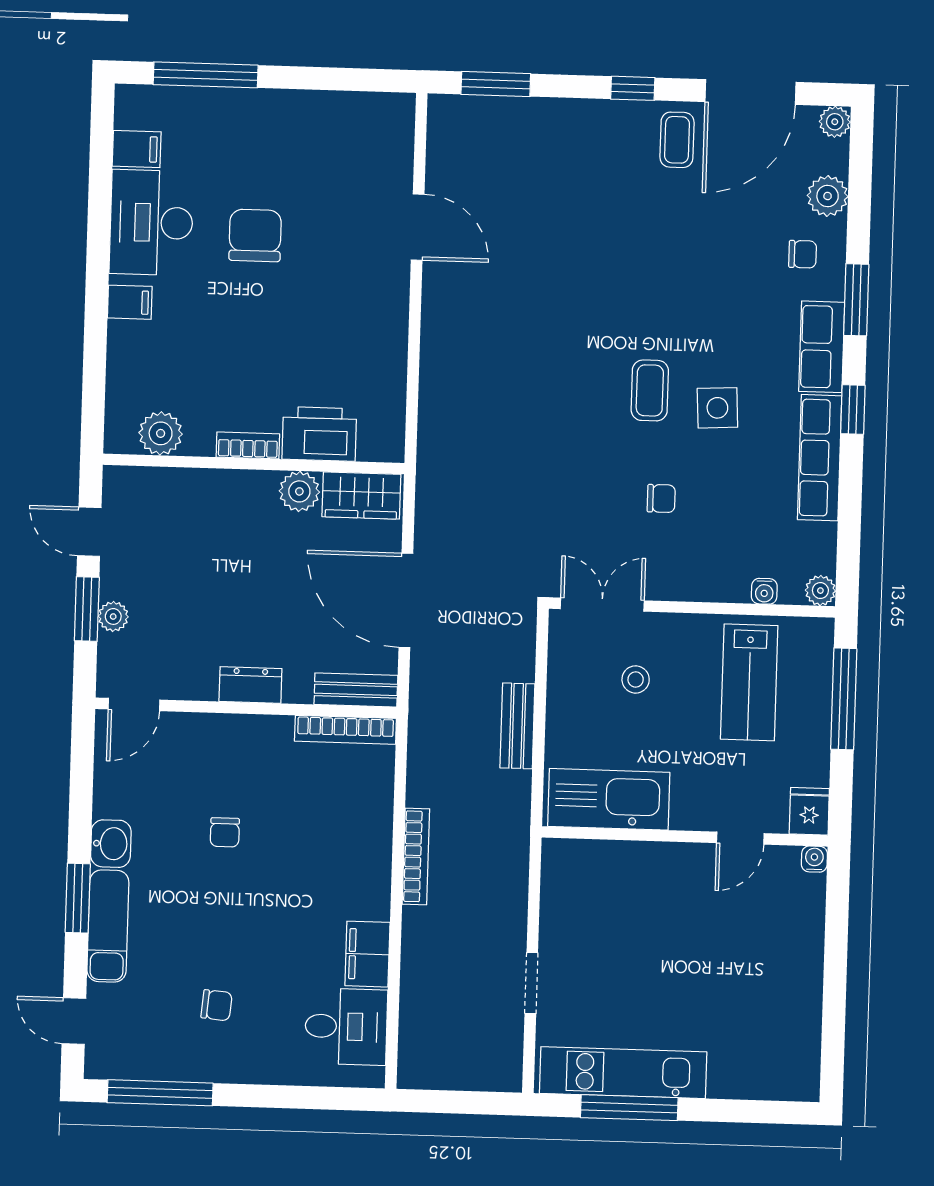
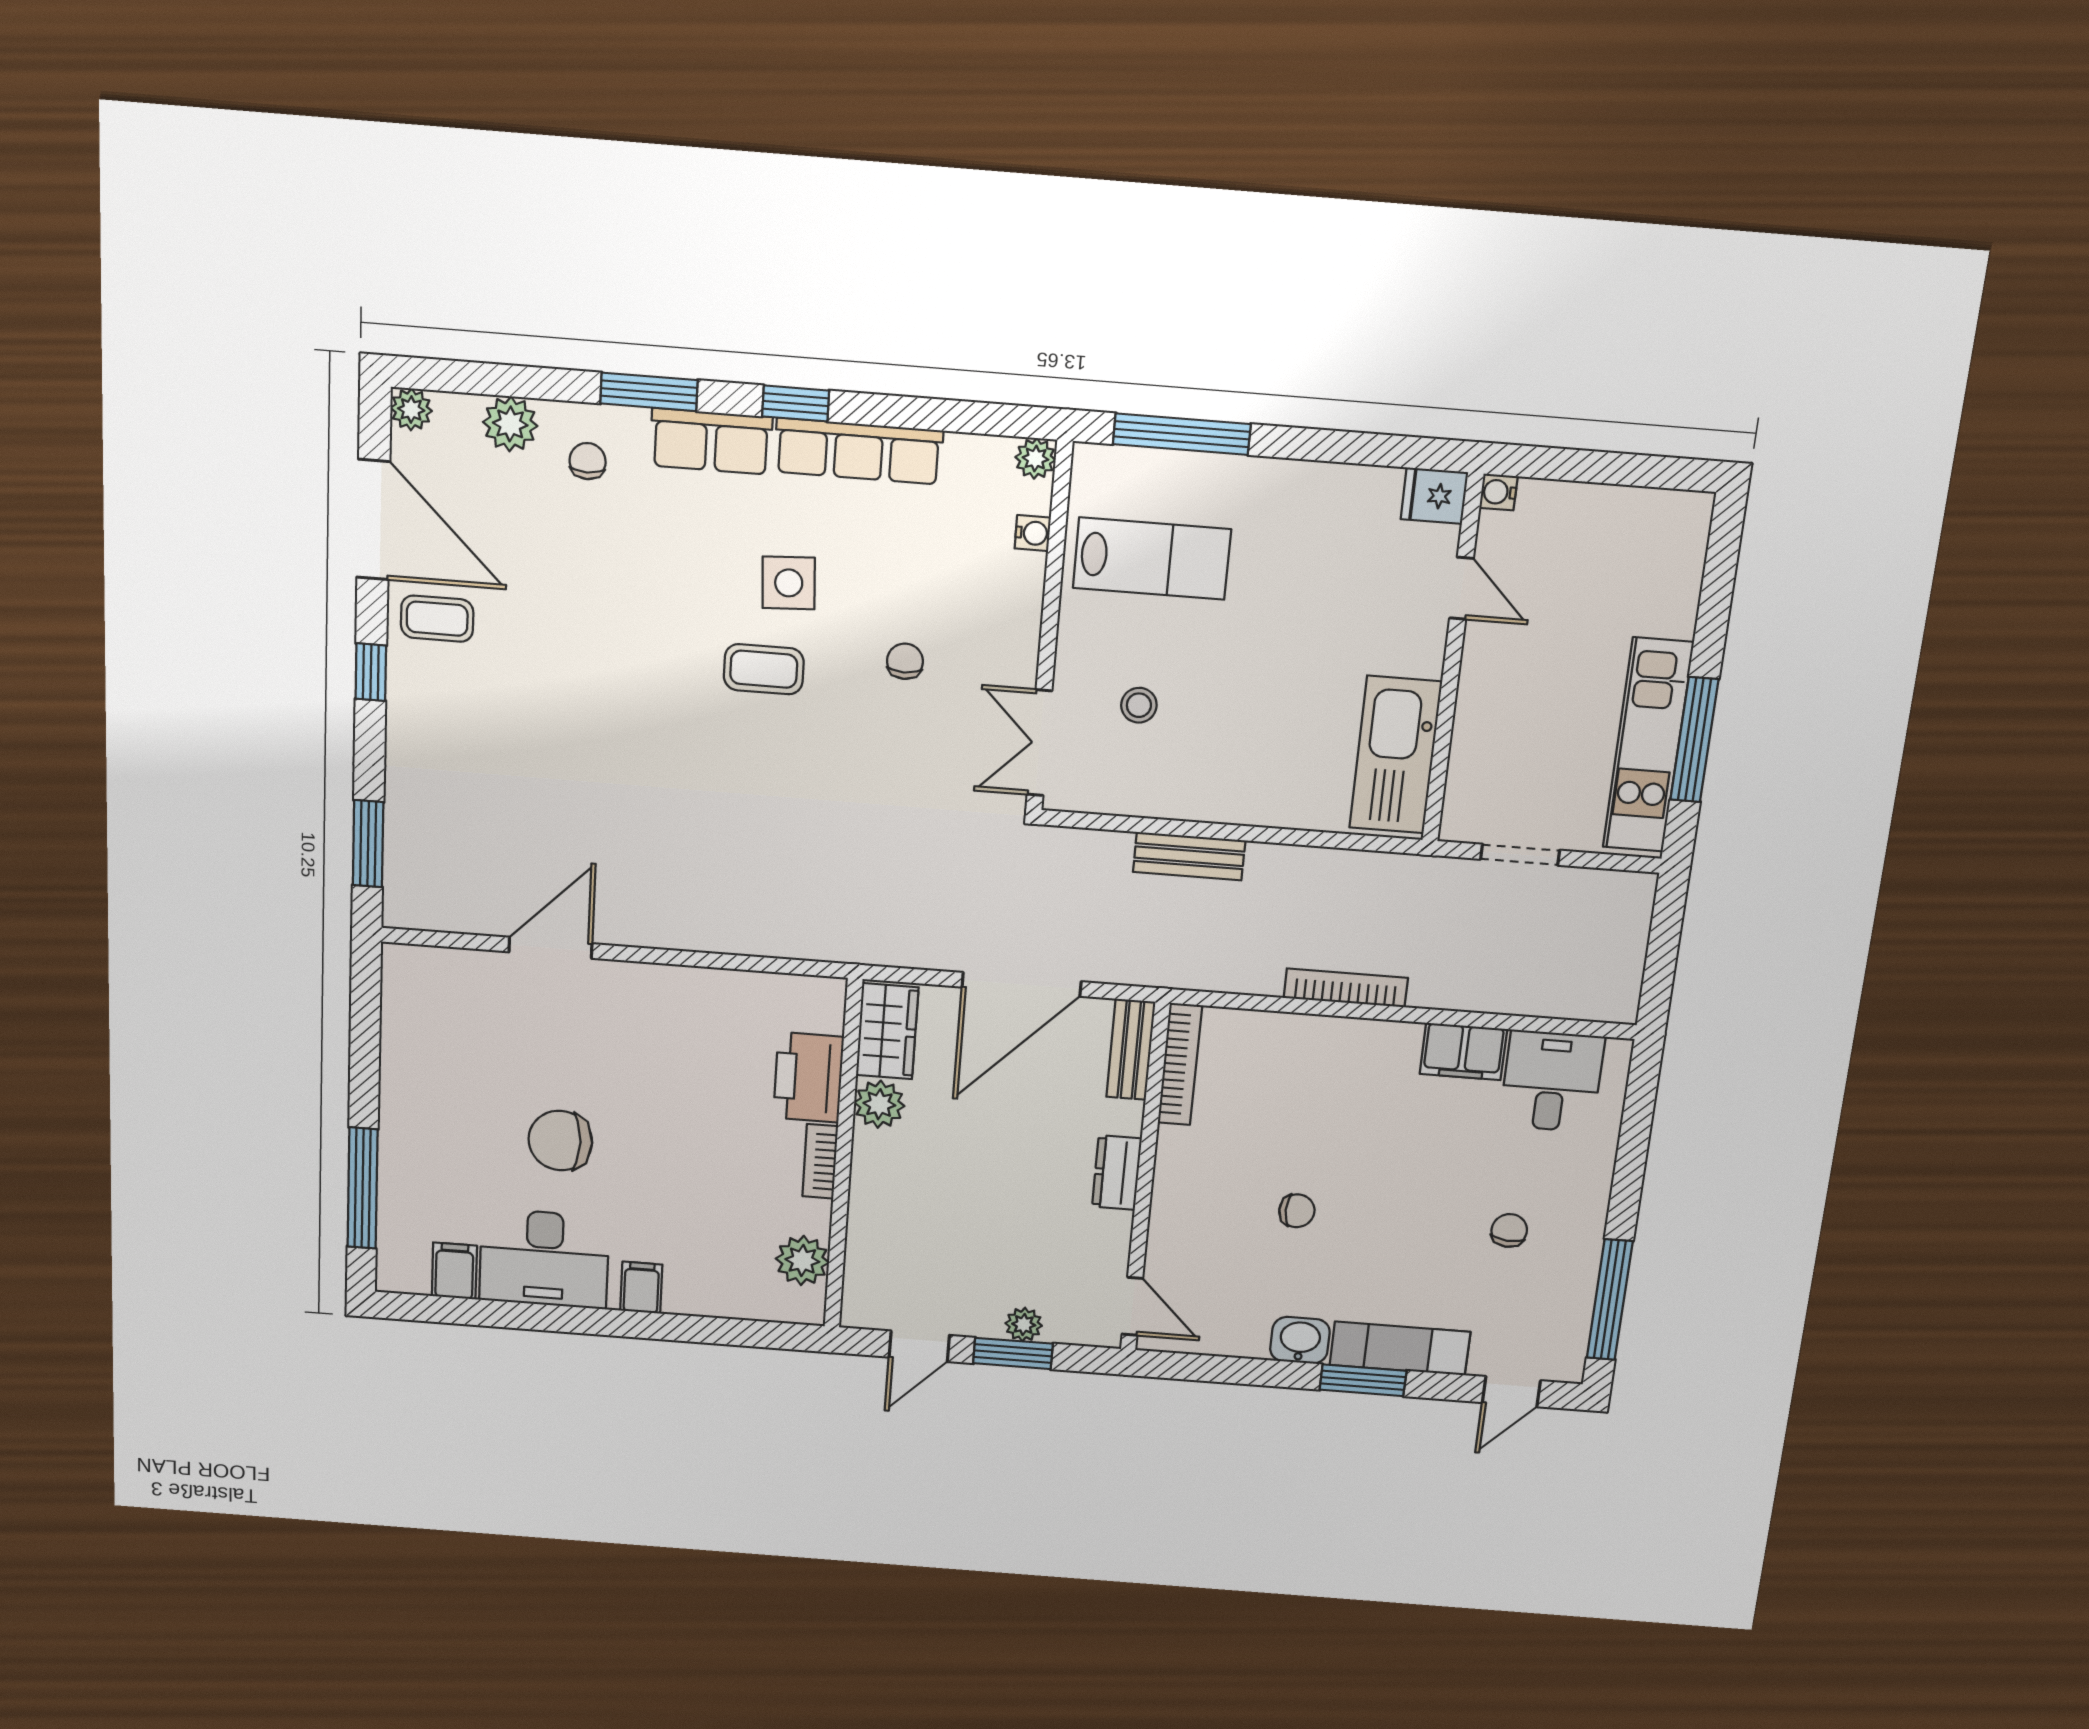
kitchen sink: (609, 799) -> (1395, 755), moved
fridge: (809, 811) -> (1434, 496), moved
wall: (685, 836) -> (1452, 660), moved
door: (740, 838) -> (1461, 588), moved
water cooler: (814, 859) -> (1498, 492), moved

